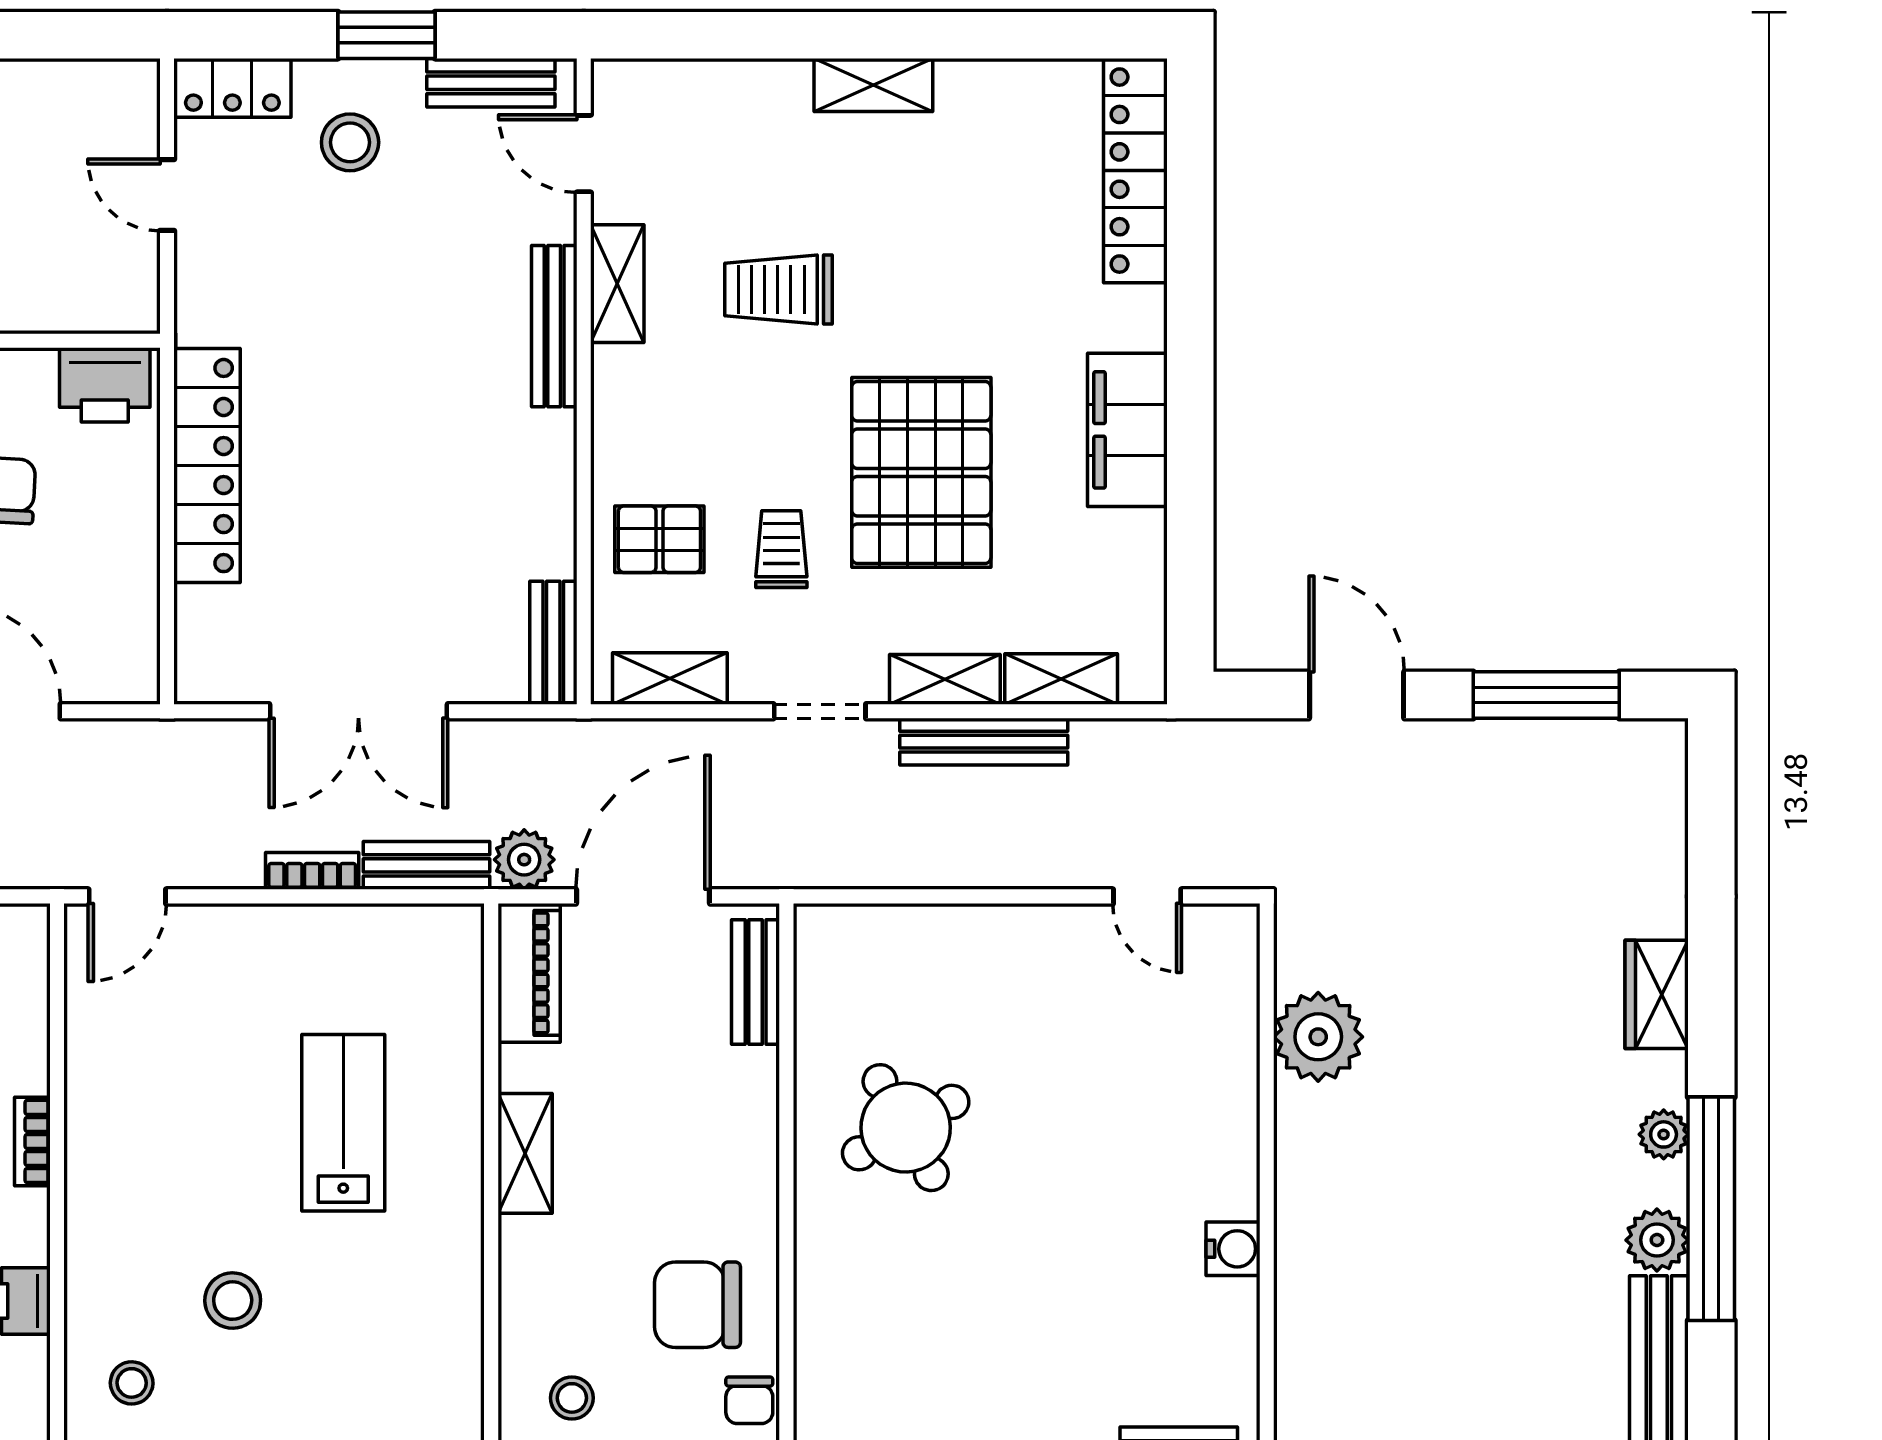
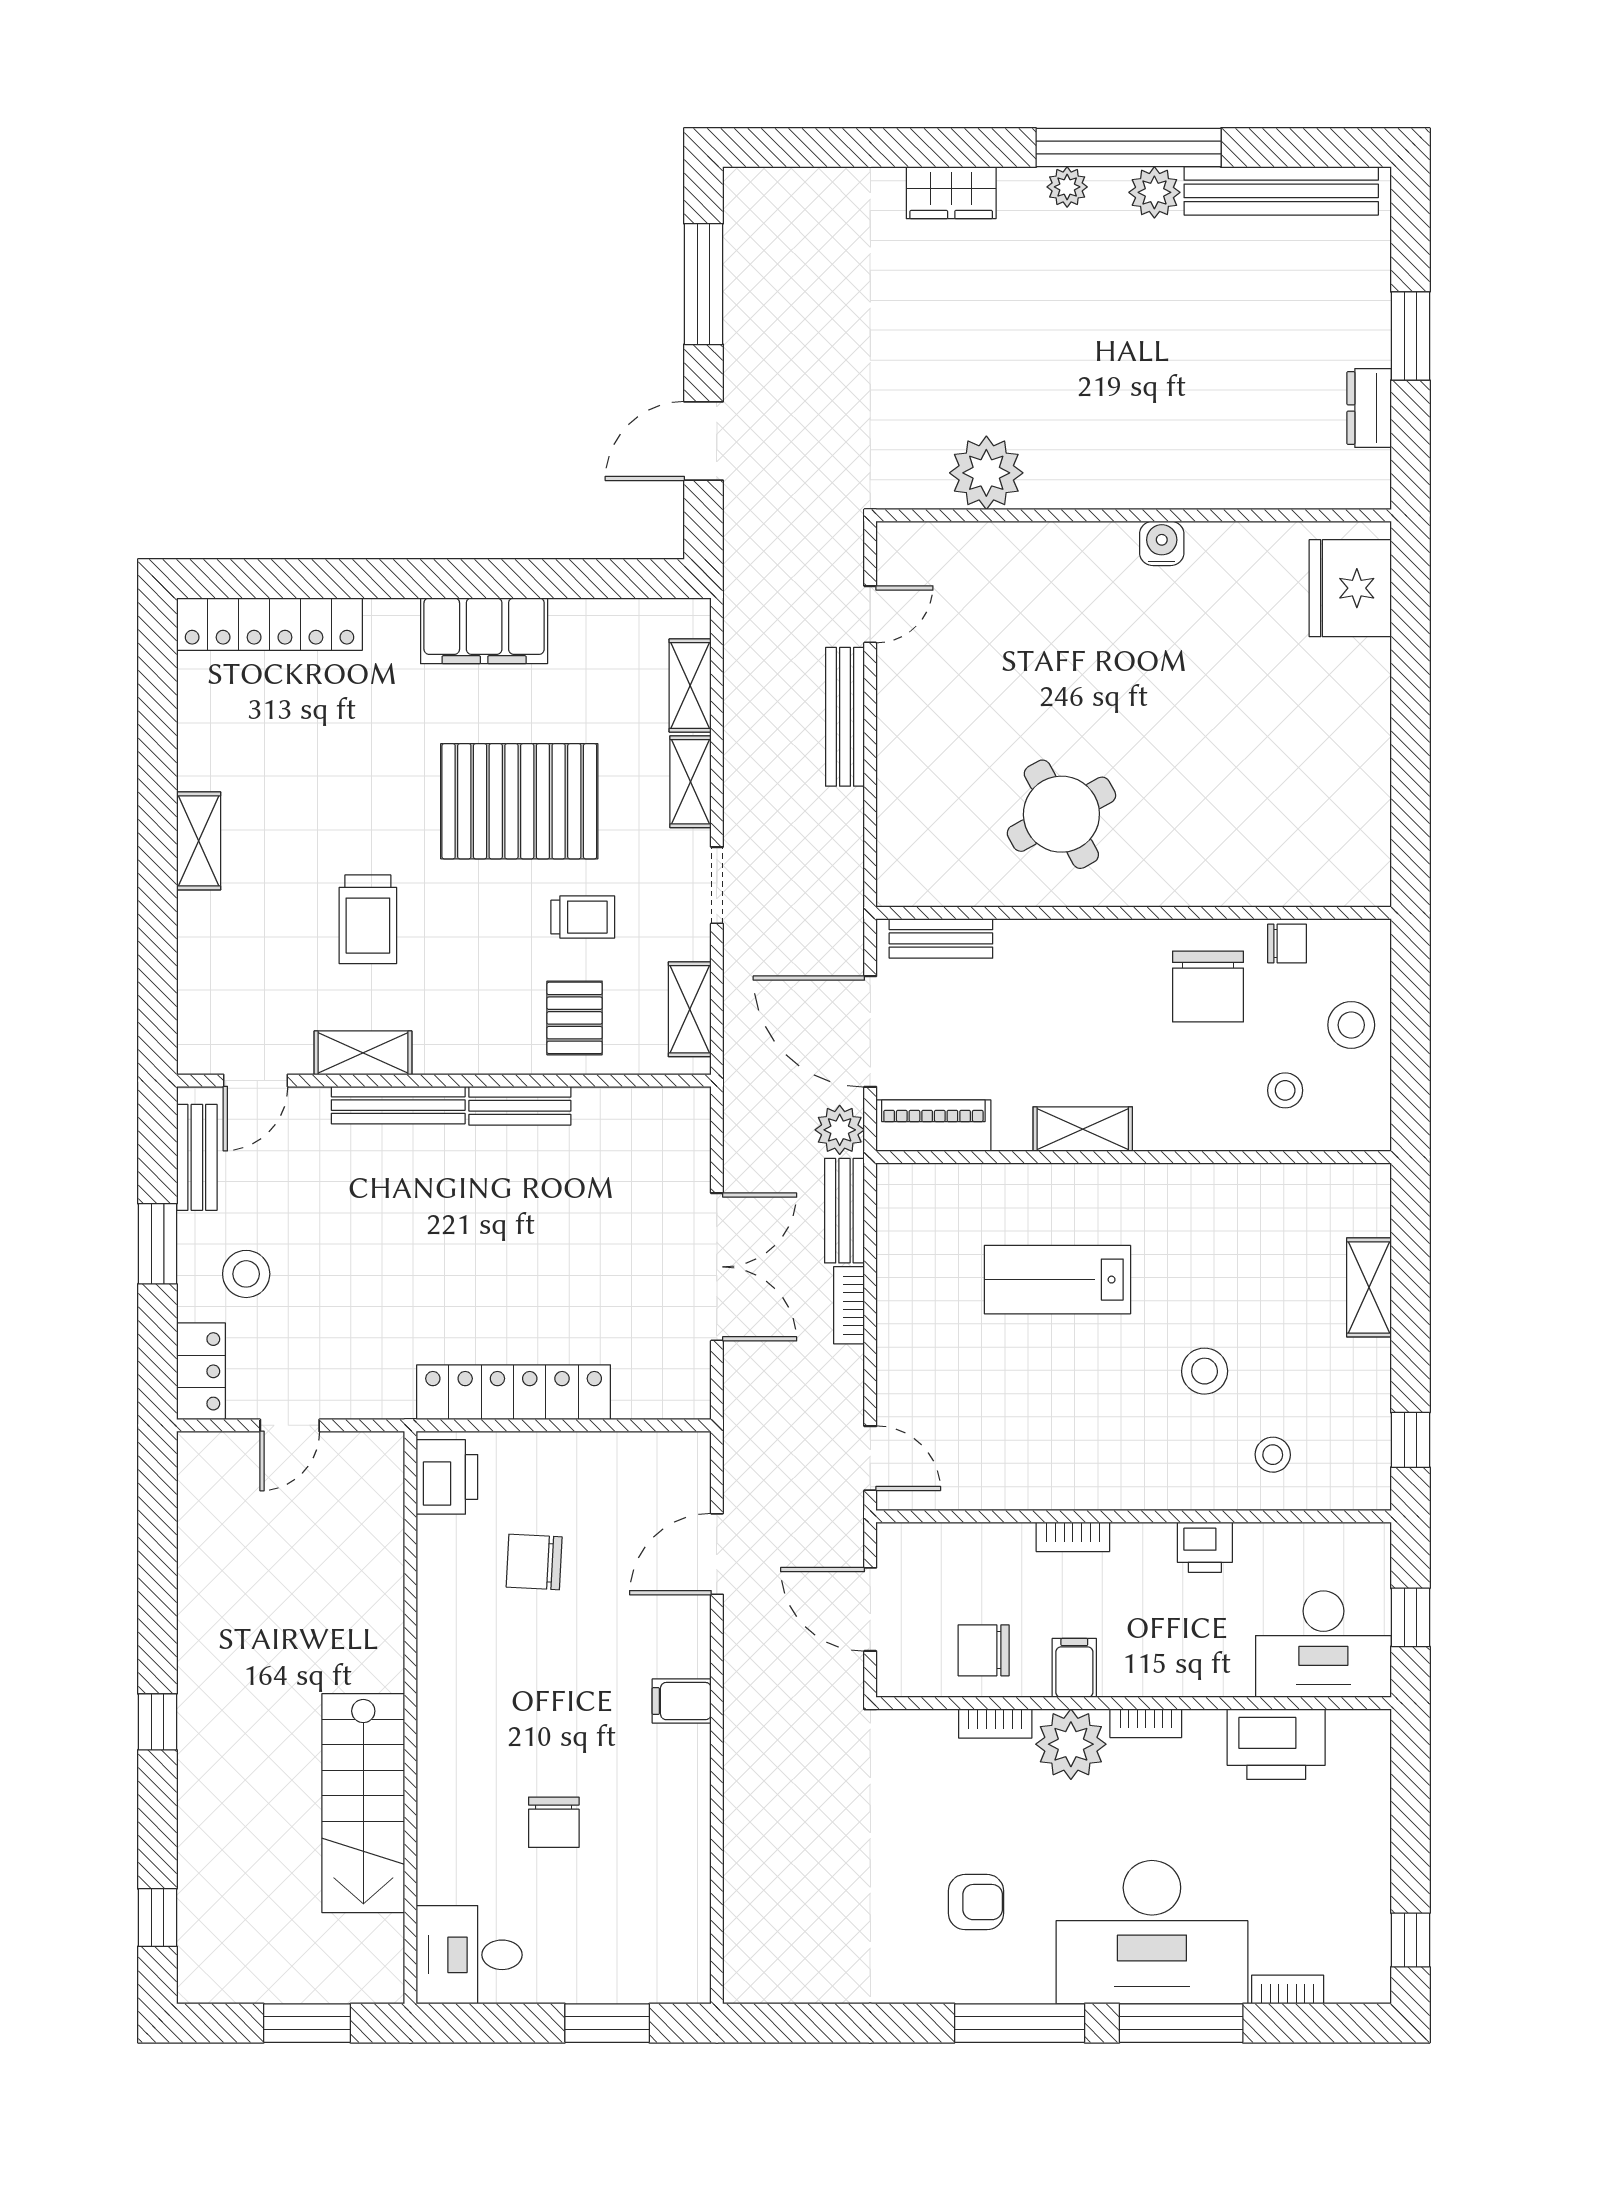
trolley: (781, 549) -> (583, 917), turned 180
bench: (553, 643) -> (520, 1106), moved
bench: (984, 742) -> (845, 717), moved

